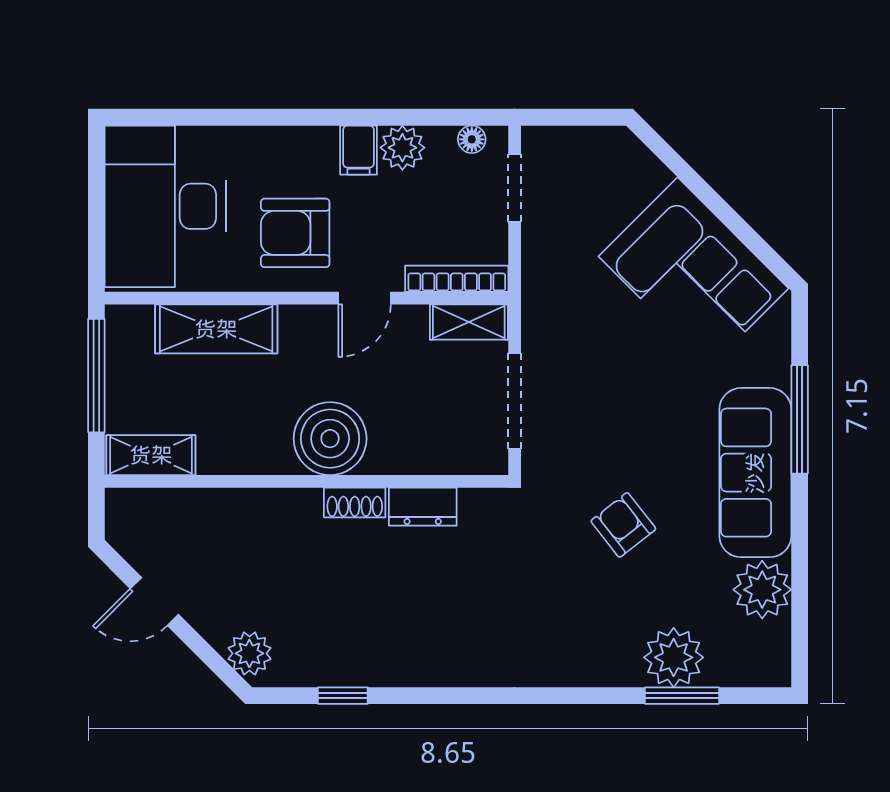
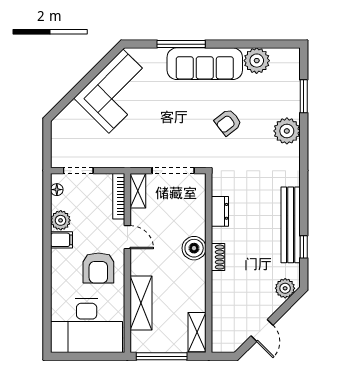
boiler: (330, 439) -> (194, 248), width x0.73, depth x0.73
shoe rack: (355, 502) -> (218, 257), moved
plant: (674, 657) -> (287, 131), moved
bench: (392, 666) -> (291, 225), added

